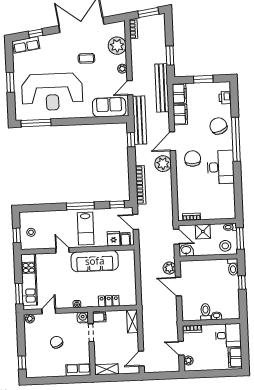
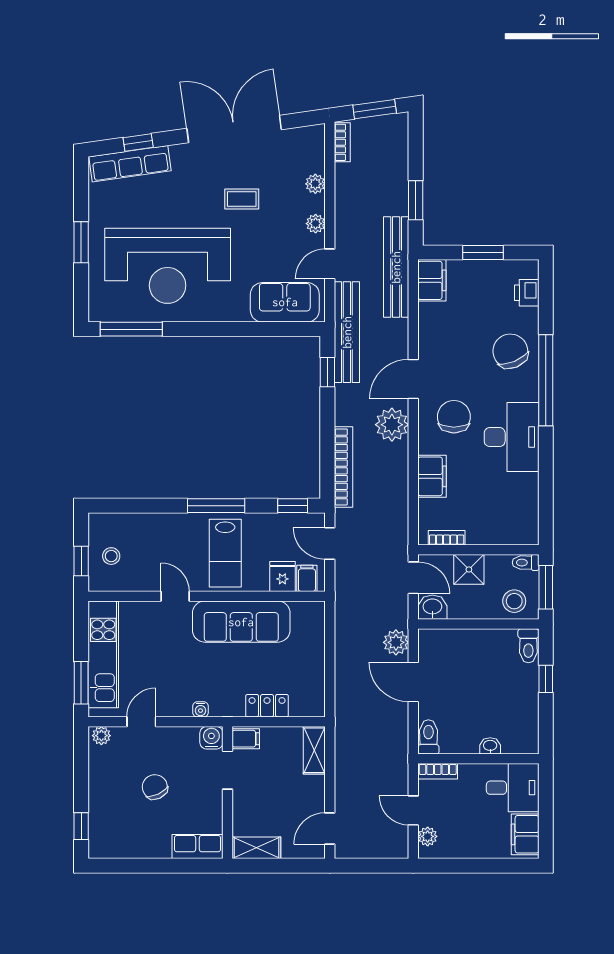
row of seats: (26, 45) -> (130, 164), width x1.48
plant: (117, 46) -> (315, 184), width x0.53, depth x0.53
filing cabinet: (180, 115) -> (432, 476), moved
toilet: (206, 312) -> (428, 737), moved

